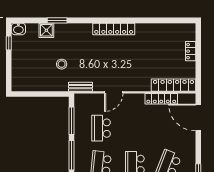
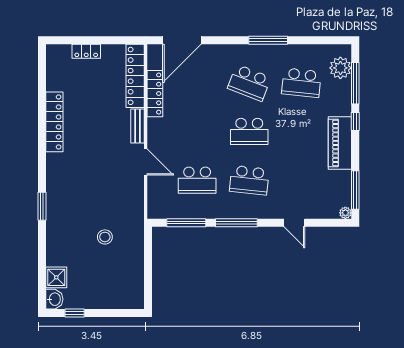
window: (57, 20) -> (42, 206), moved
locker: (114, 29) -> (54, 122), moved
shower: (46, 30) -> (56, 277), moved
bench: (81, 87) -> (137, 126), moved

